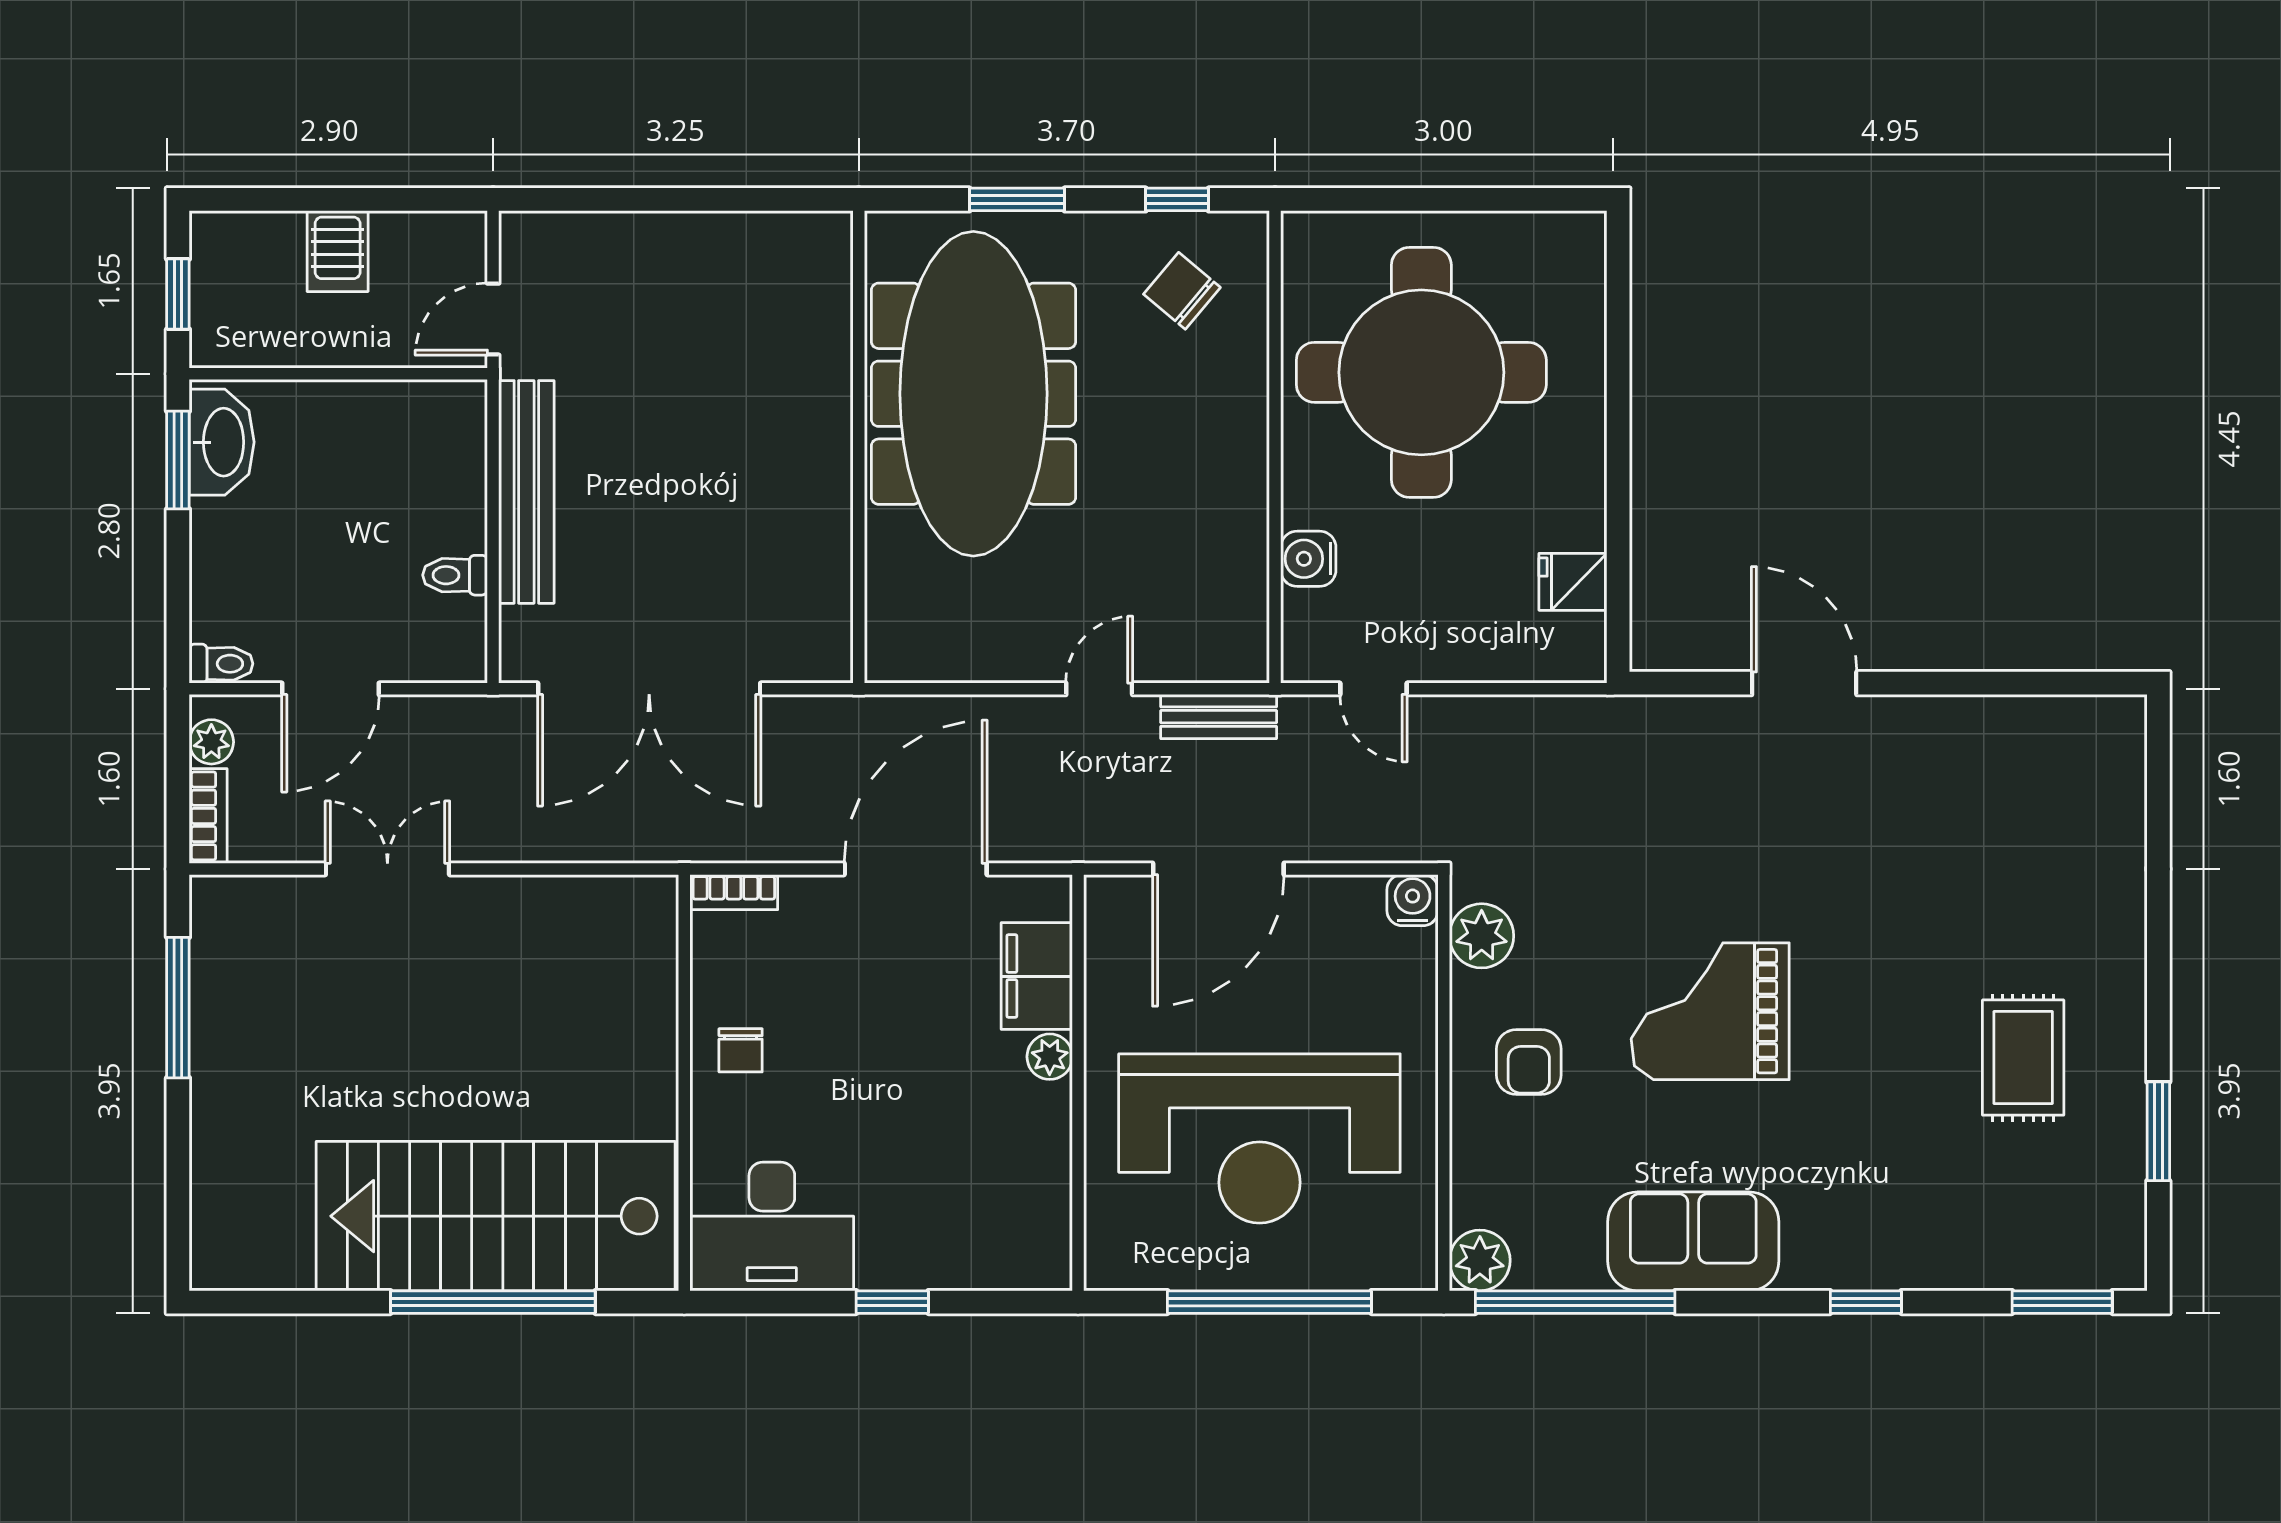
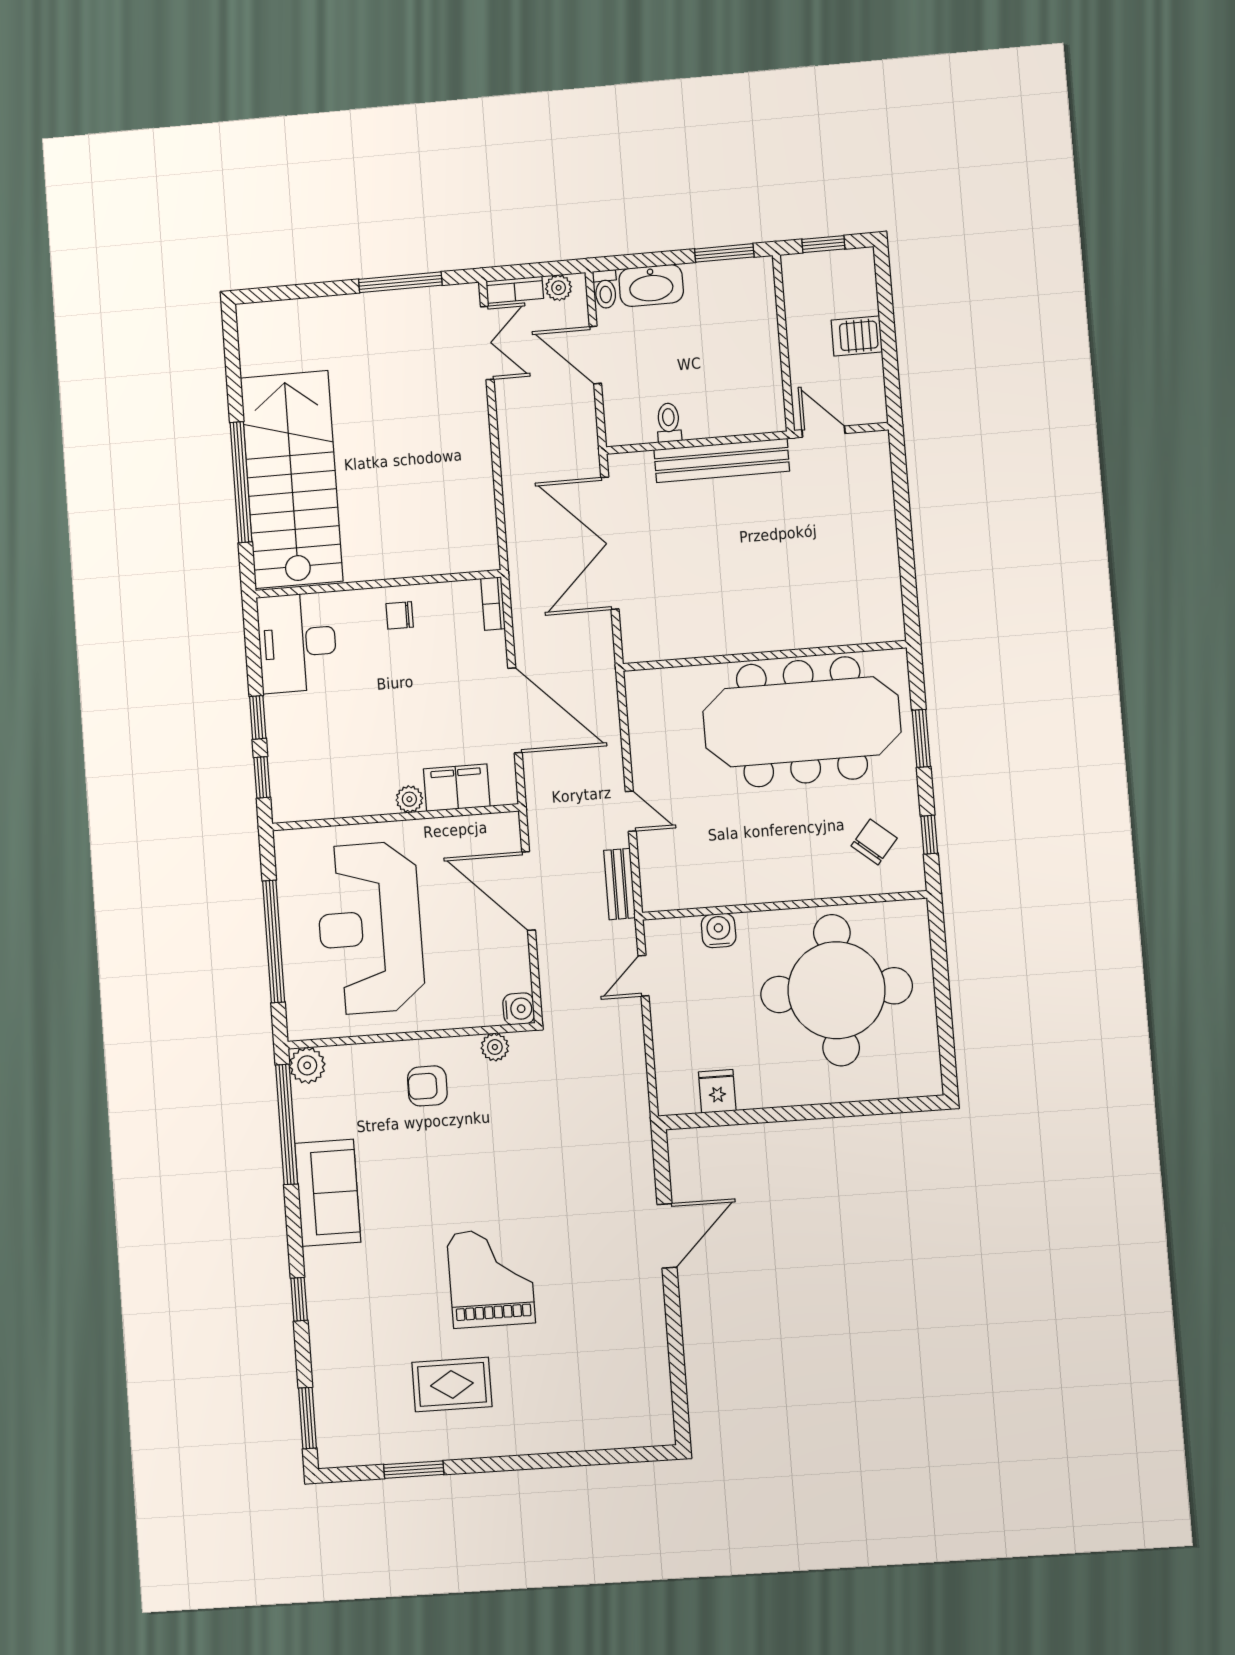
washbasin: (222, 442) -> (651, 285), moved
double door: (387, 869) -> (487, 343), moved
plant: (1482, 936) -> (495, 1047), width x0.73, depth x0.73
grand piano: (1710, 1011) -> (491, 1278), moved
window: (993, 1302) -> (262, 777), added

